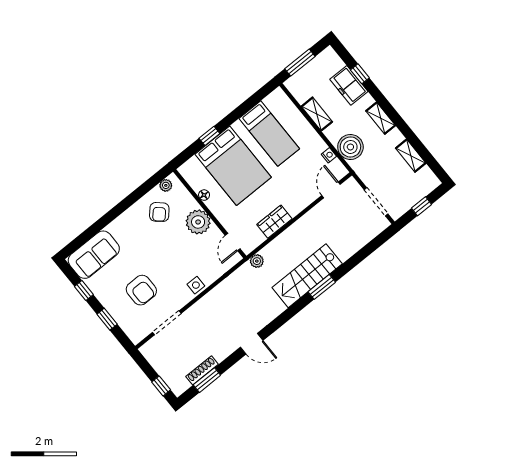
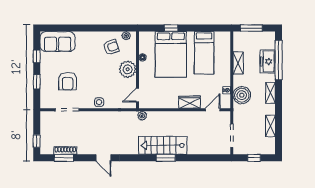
window: (360, 74) -> (279, 60), width x3.17
armchair: (159, 212) -> (111, 47), turned -151
wardrobe: (274, 222) -> (190, 102), moved

